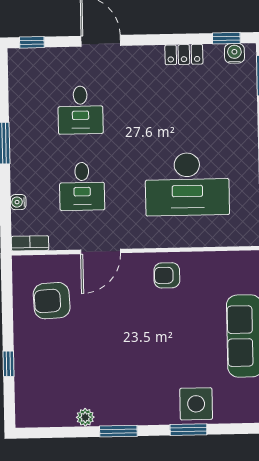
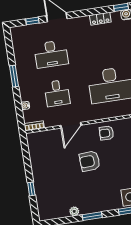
window: (32, 42) -> (32, 21), moved
desk: (80, 110) -> (51, 54), width x1.37
armchair: (52, 301) -> (90, 161), moved

